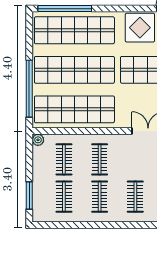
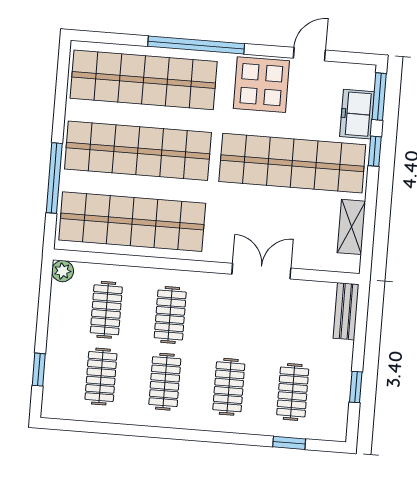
window: (65, 9) -> (196, 45), moved
window: (29, 89) -> (54, 178), width x0.68
window: (29, 196) -> (39, 370), width x0.67

